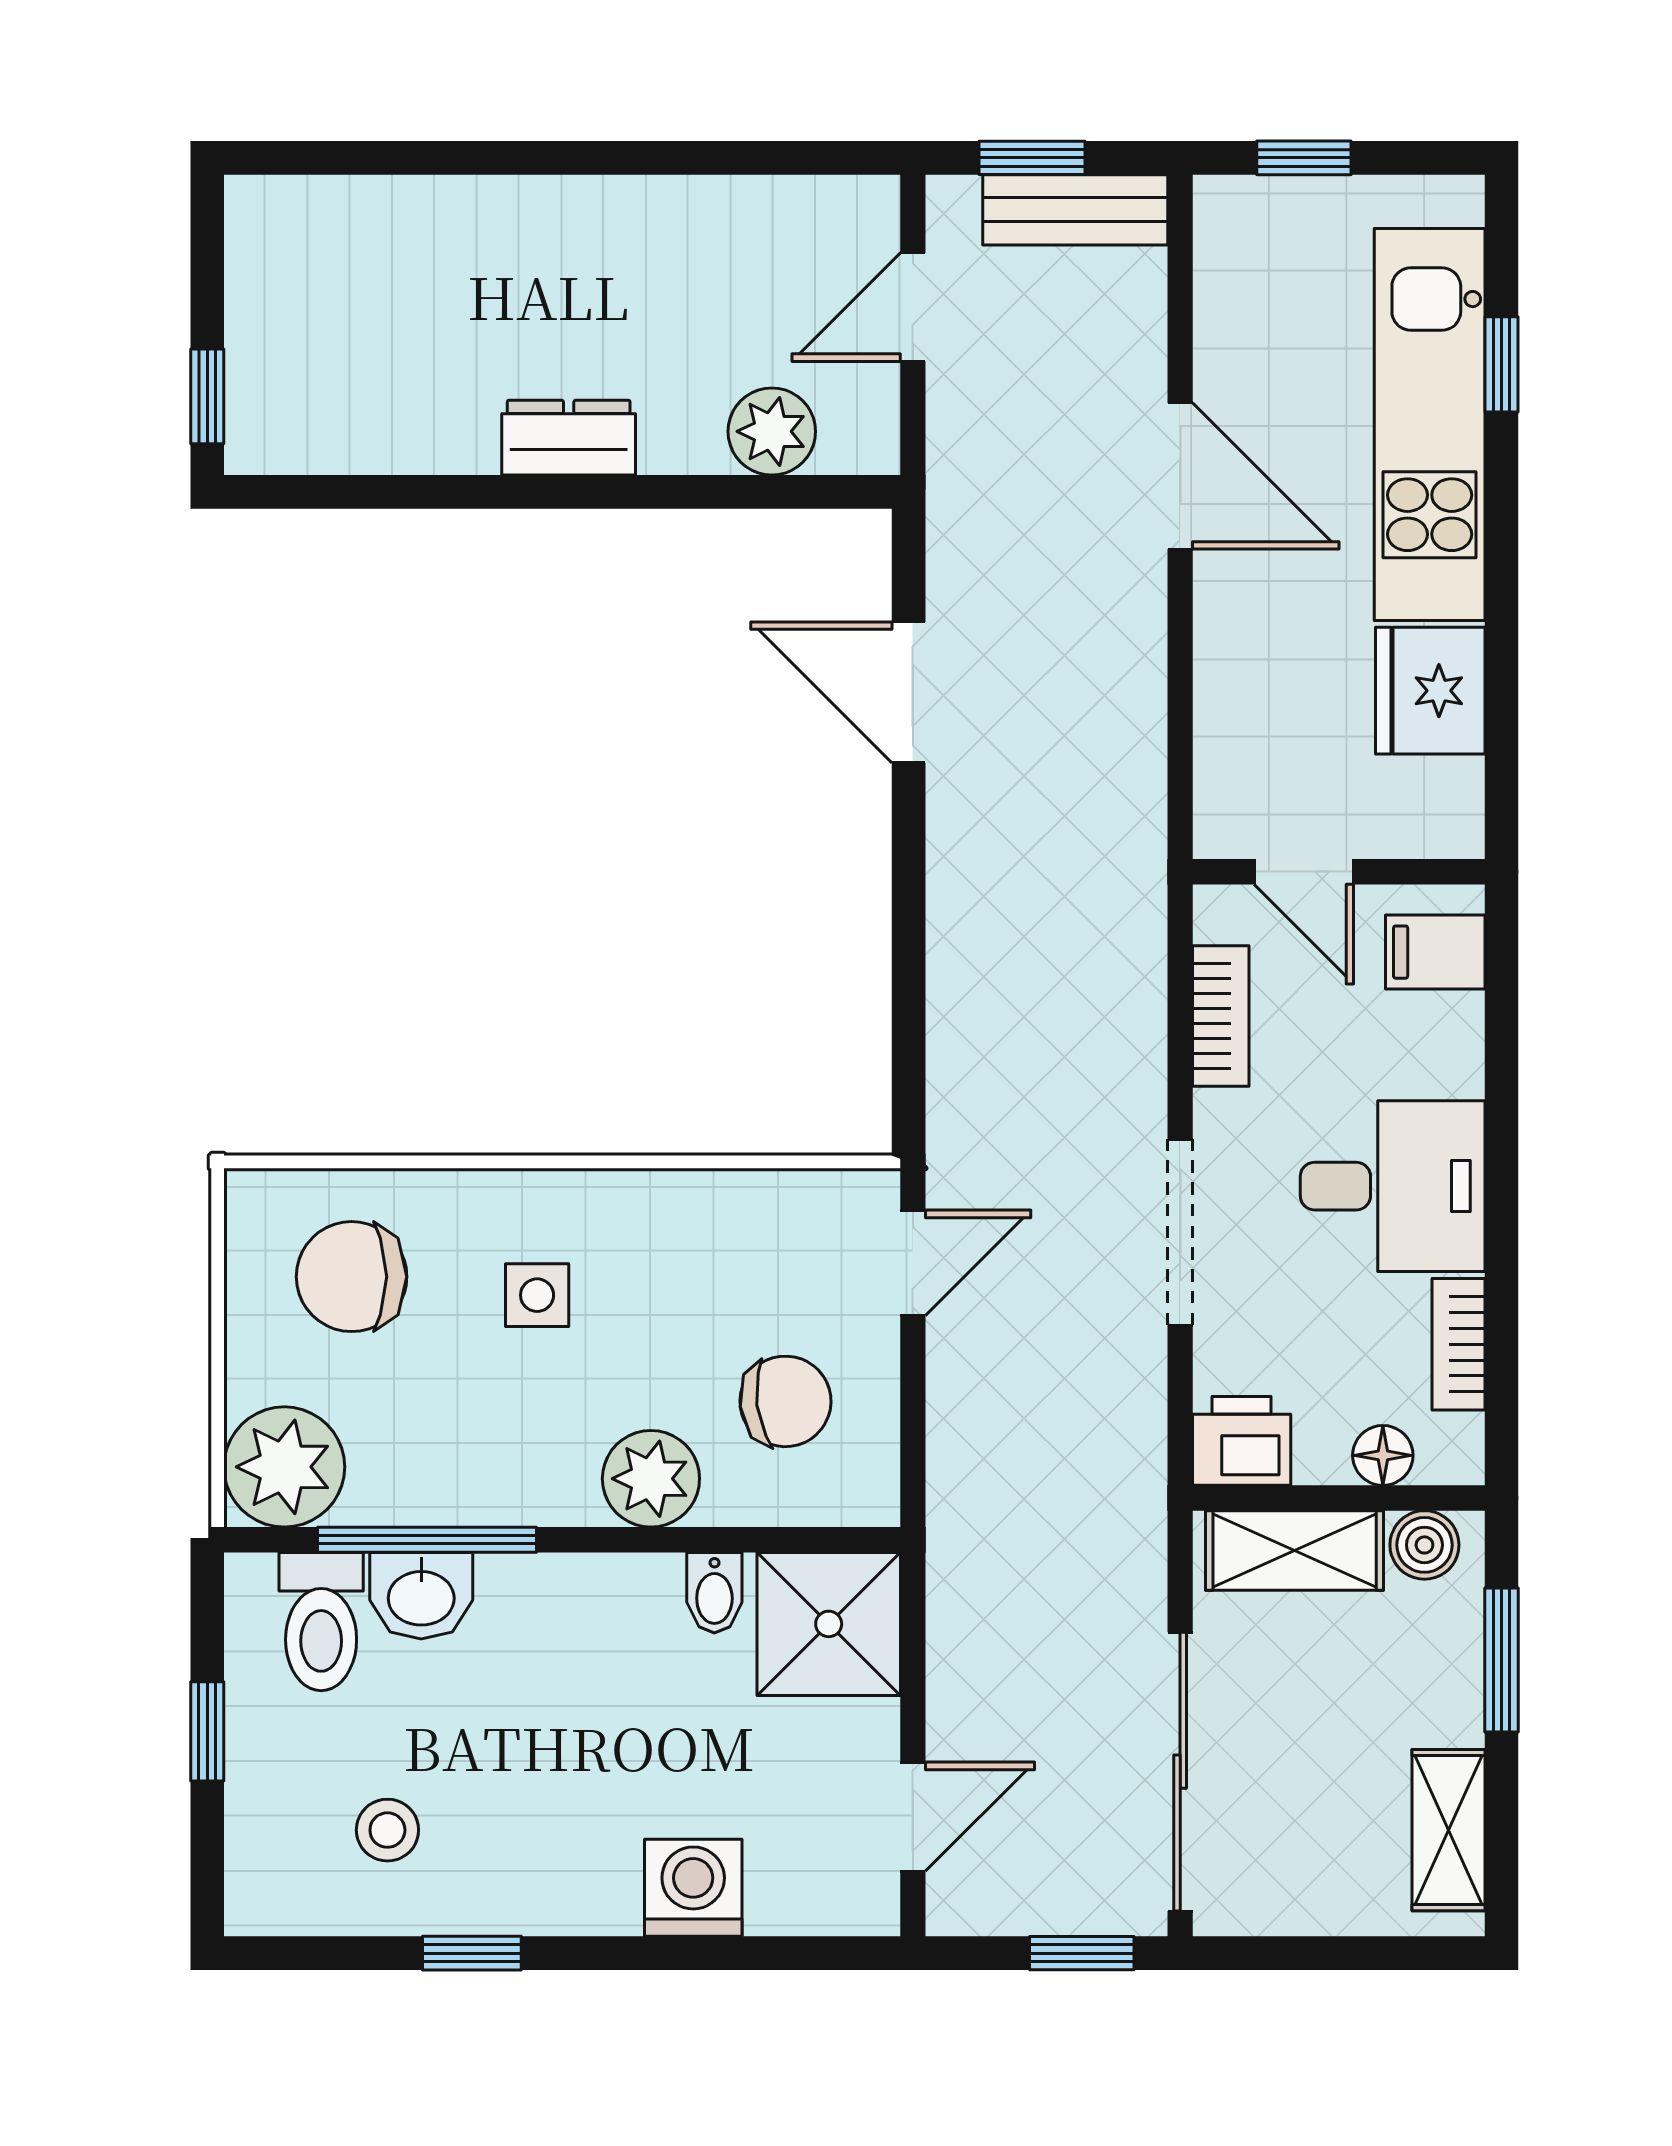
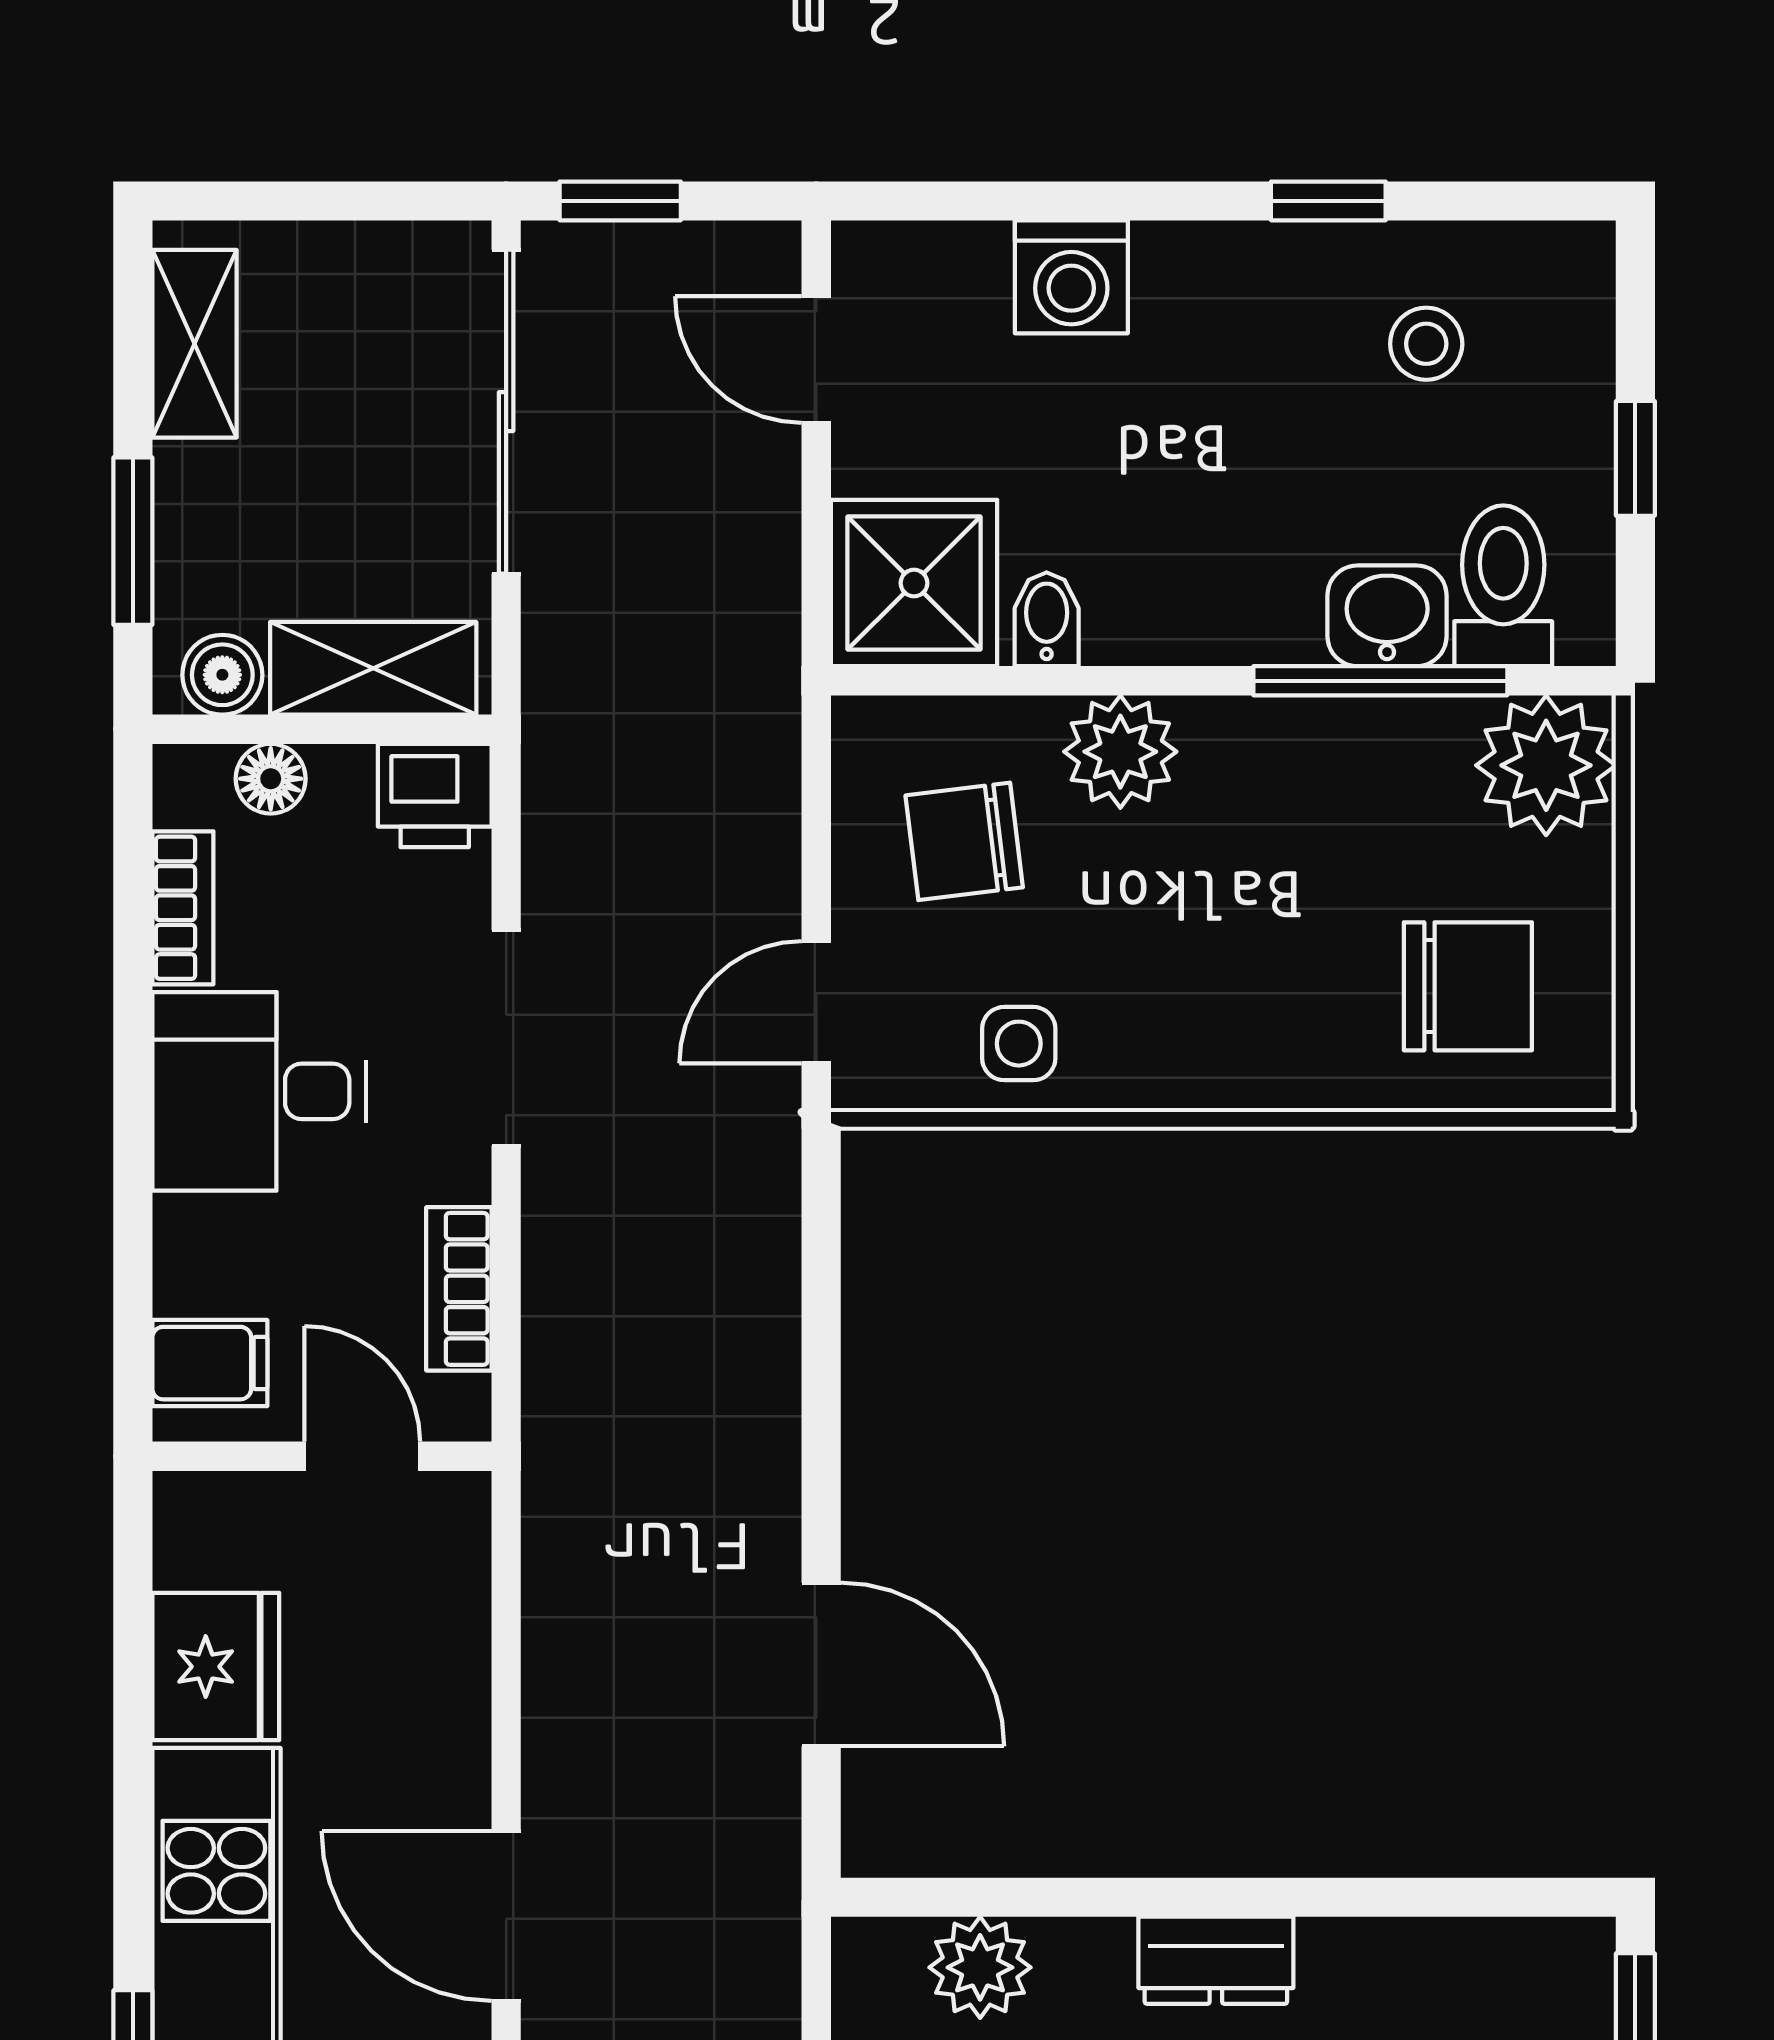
side table: (537, 1295) -> (1019, 1044), moved
door: (913, 1817) -> (816, 359), hinge flipped

